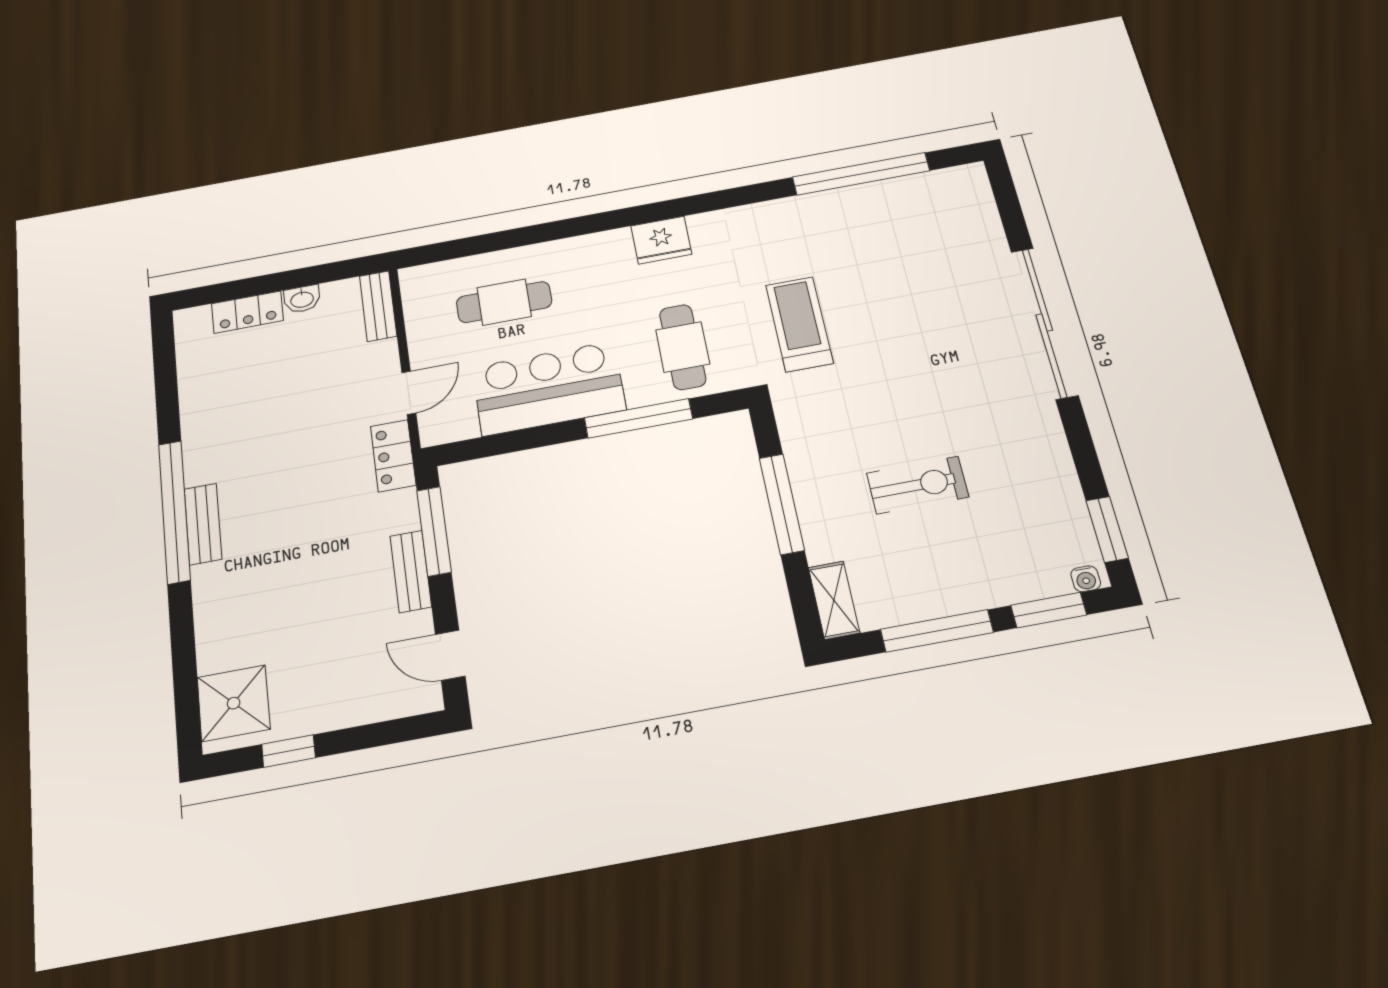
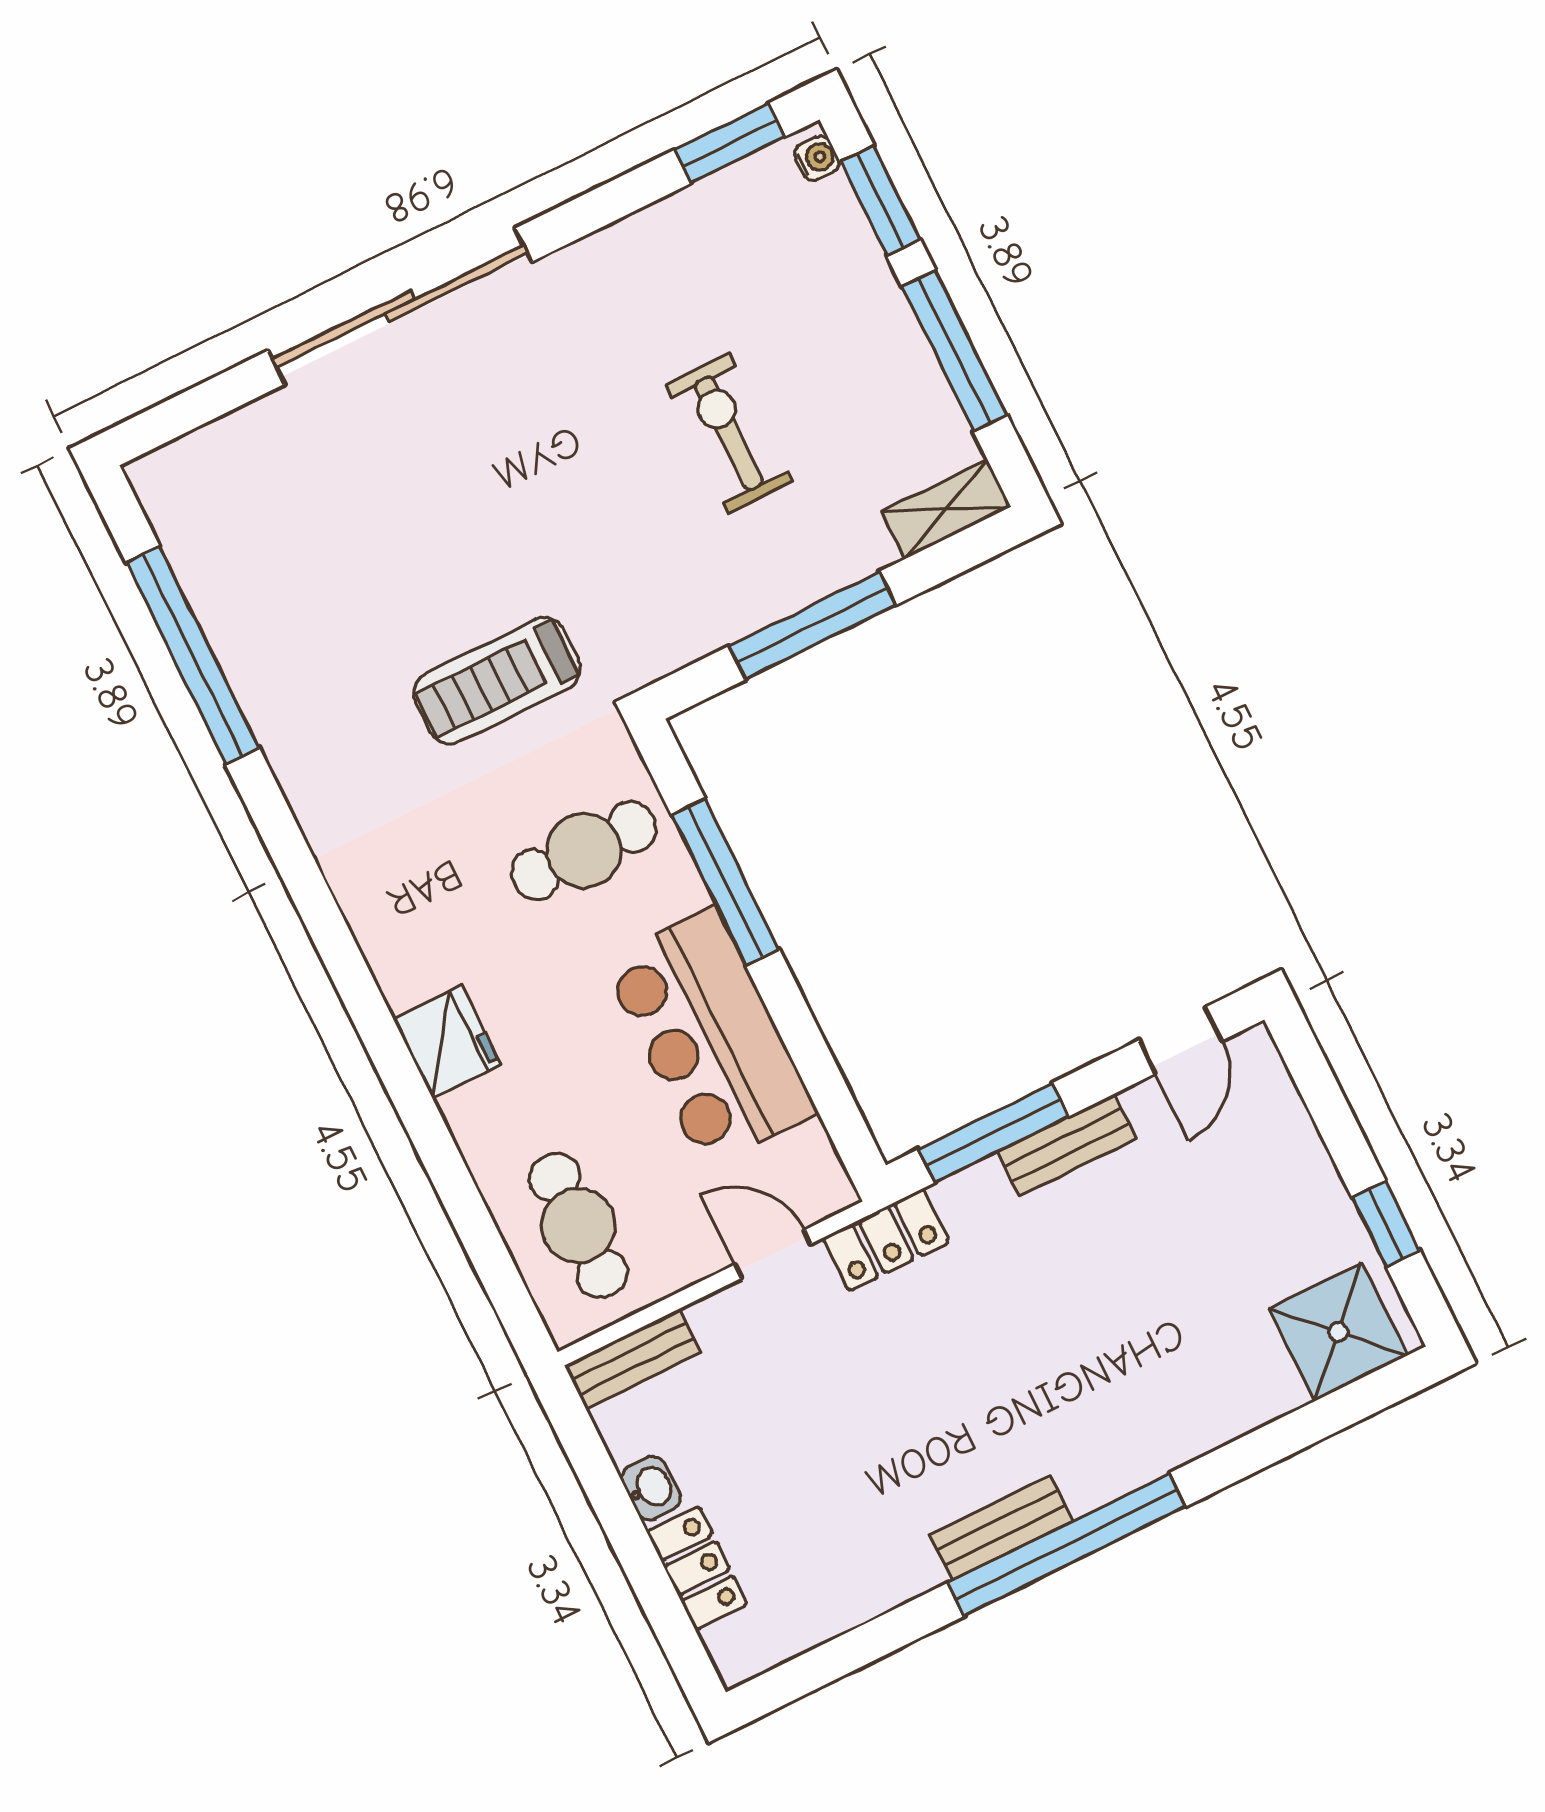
fridge: (661, 240) -> (447, 1042), moved
cafe table: (504, 302) -> (578, 1225), moved
bench: (203, 524) -> (1001, 1528), moved

